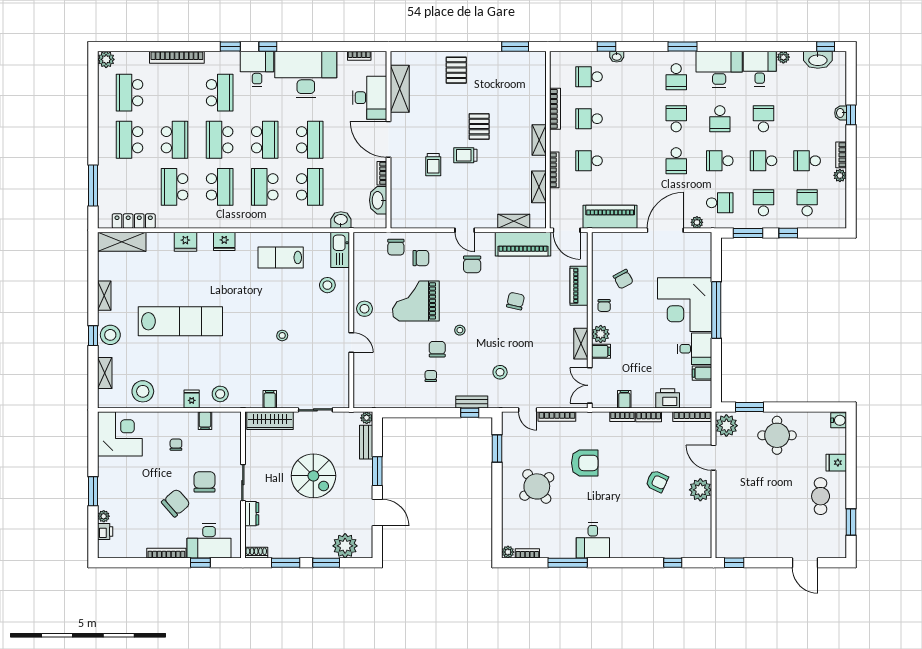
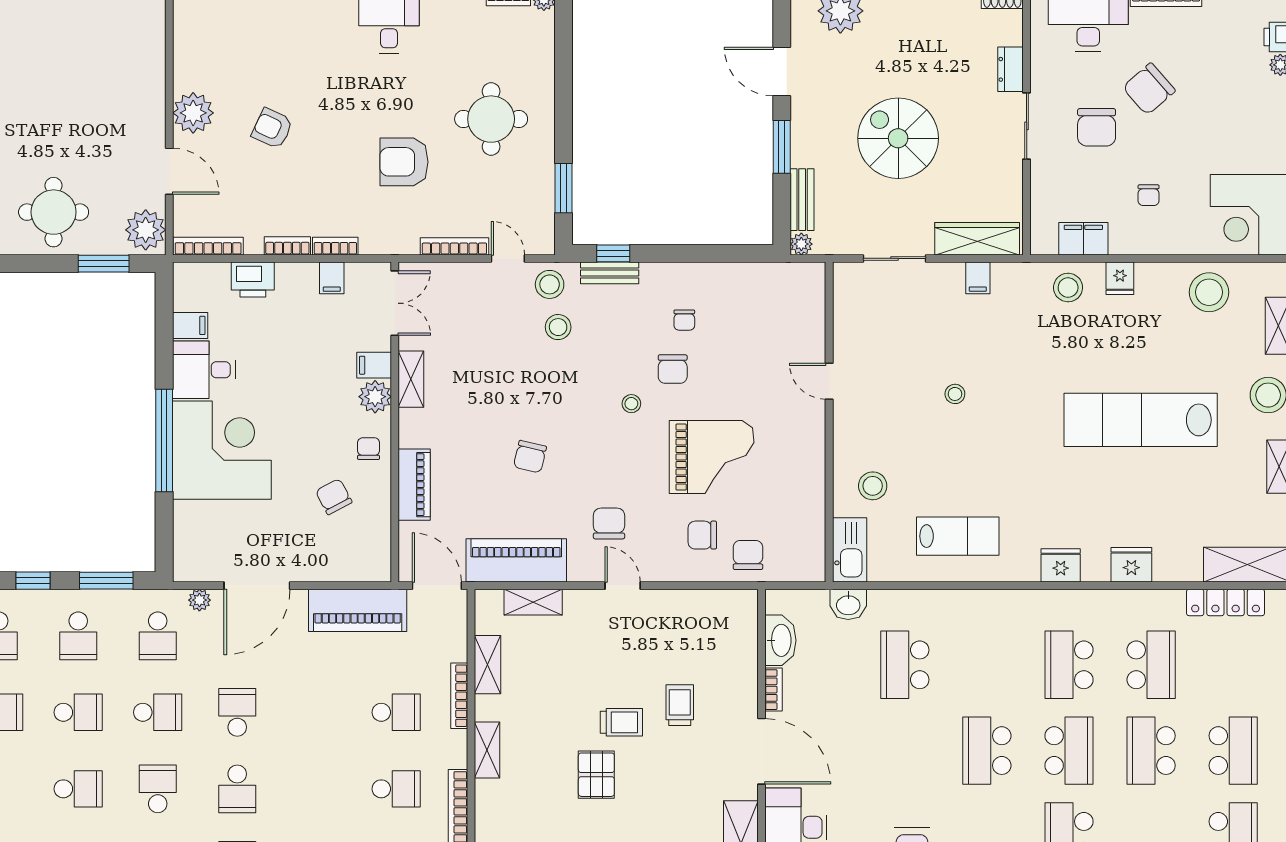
school desk: (763, 119) -> (78, 789), turned -90
school desk: (310, 140) -> (905, 751), removed
school desk: (265, 187) -> (987, 665), removed
school desk: (720, 203) -> (158, 636), turned -90
stool: (365, 309) -> (550, 284), moved
filing cabinet: (205, 421) -> (1083, 239), width x2.00
round table: (537, 486) -> (491, 119), turned 37

